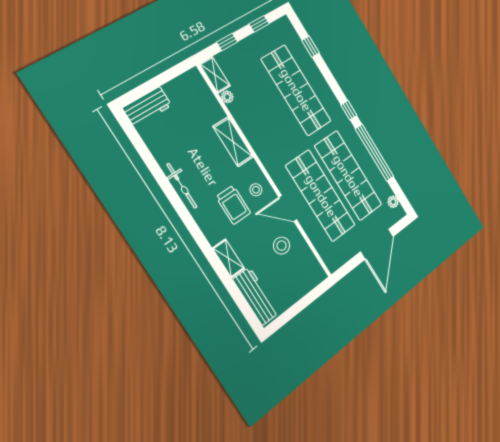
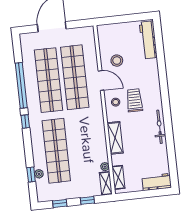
plant: (393, 202) -> (39, 174), moved
shelving: (229, 258) -> (118, 177), moved

